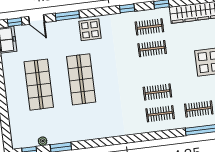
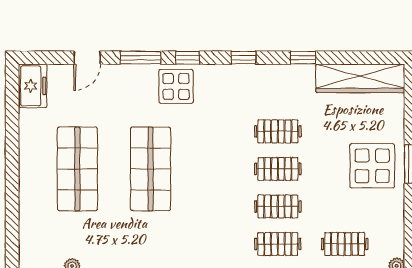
door: (36, 19) -> (87, 58), hinge flipped
window: (15, 22) -> (188, 58), moved
clothes rail: (149, 27) -> (278, 169), moved

